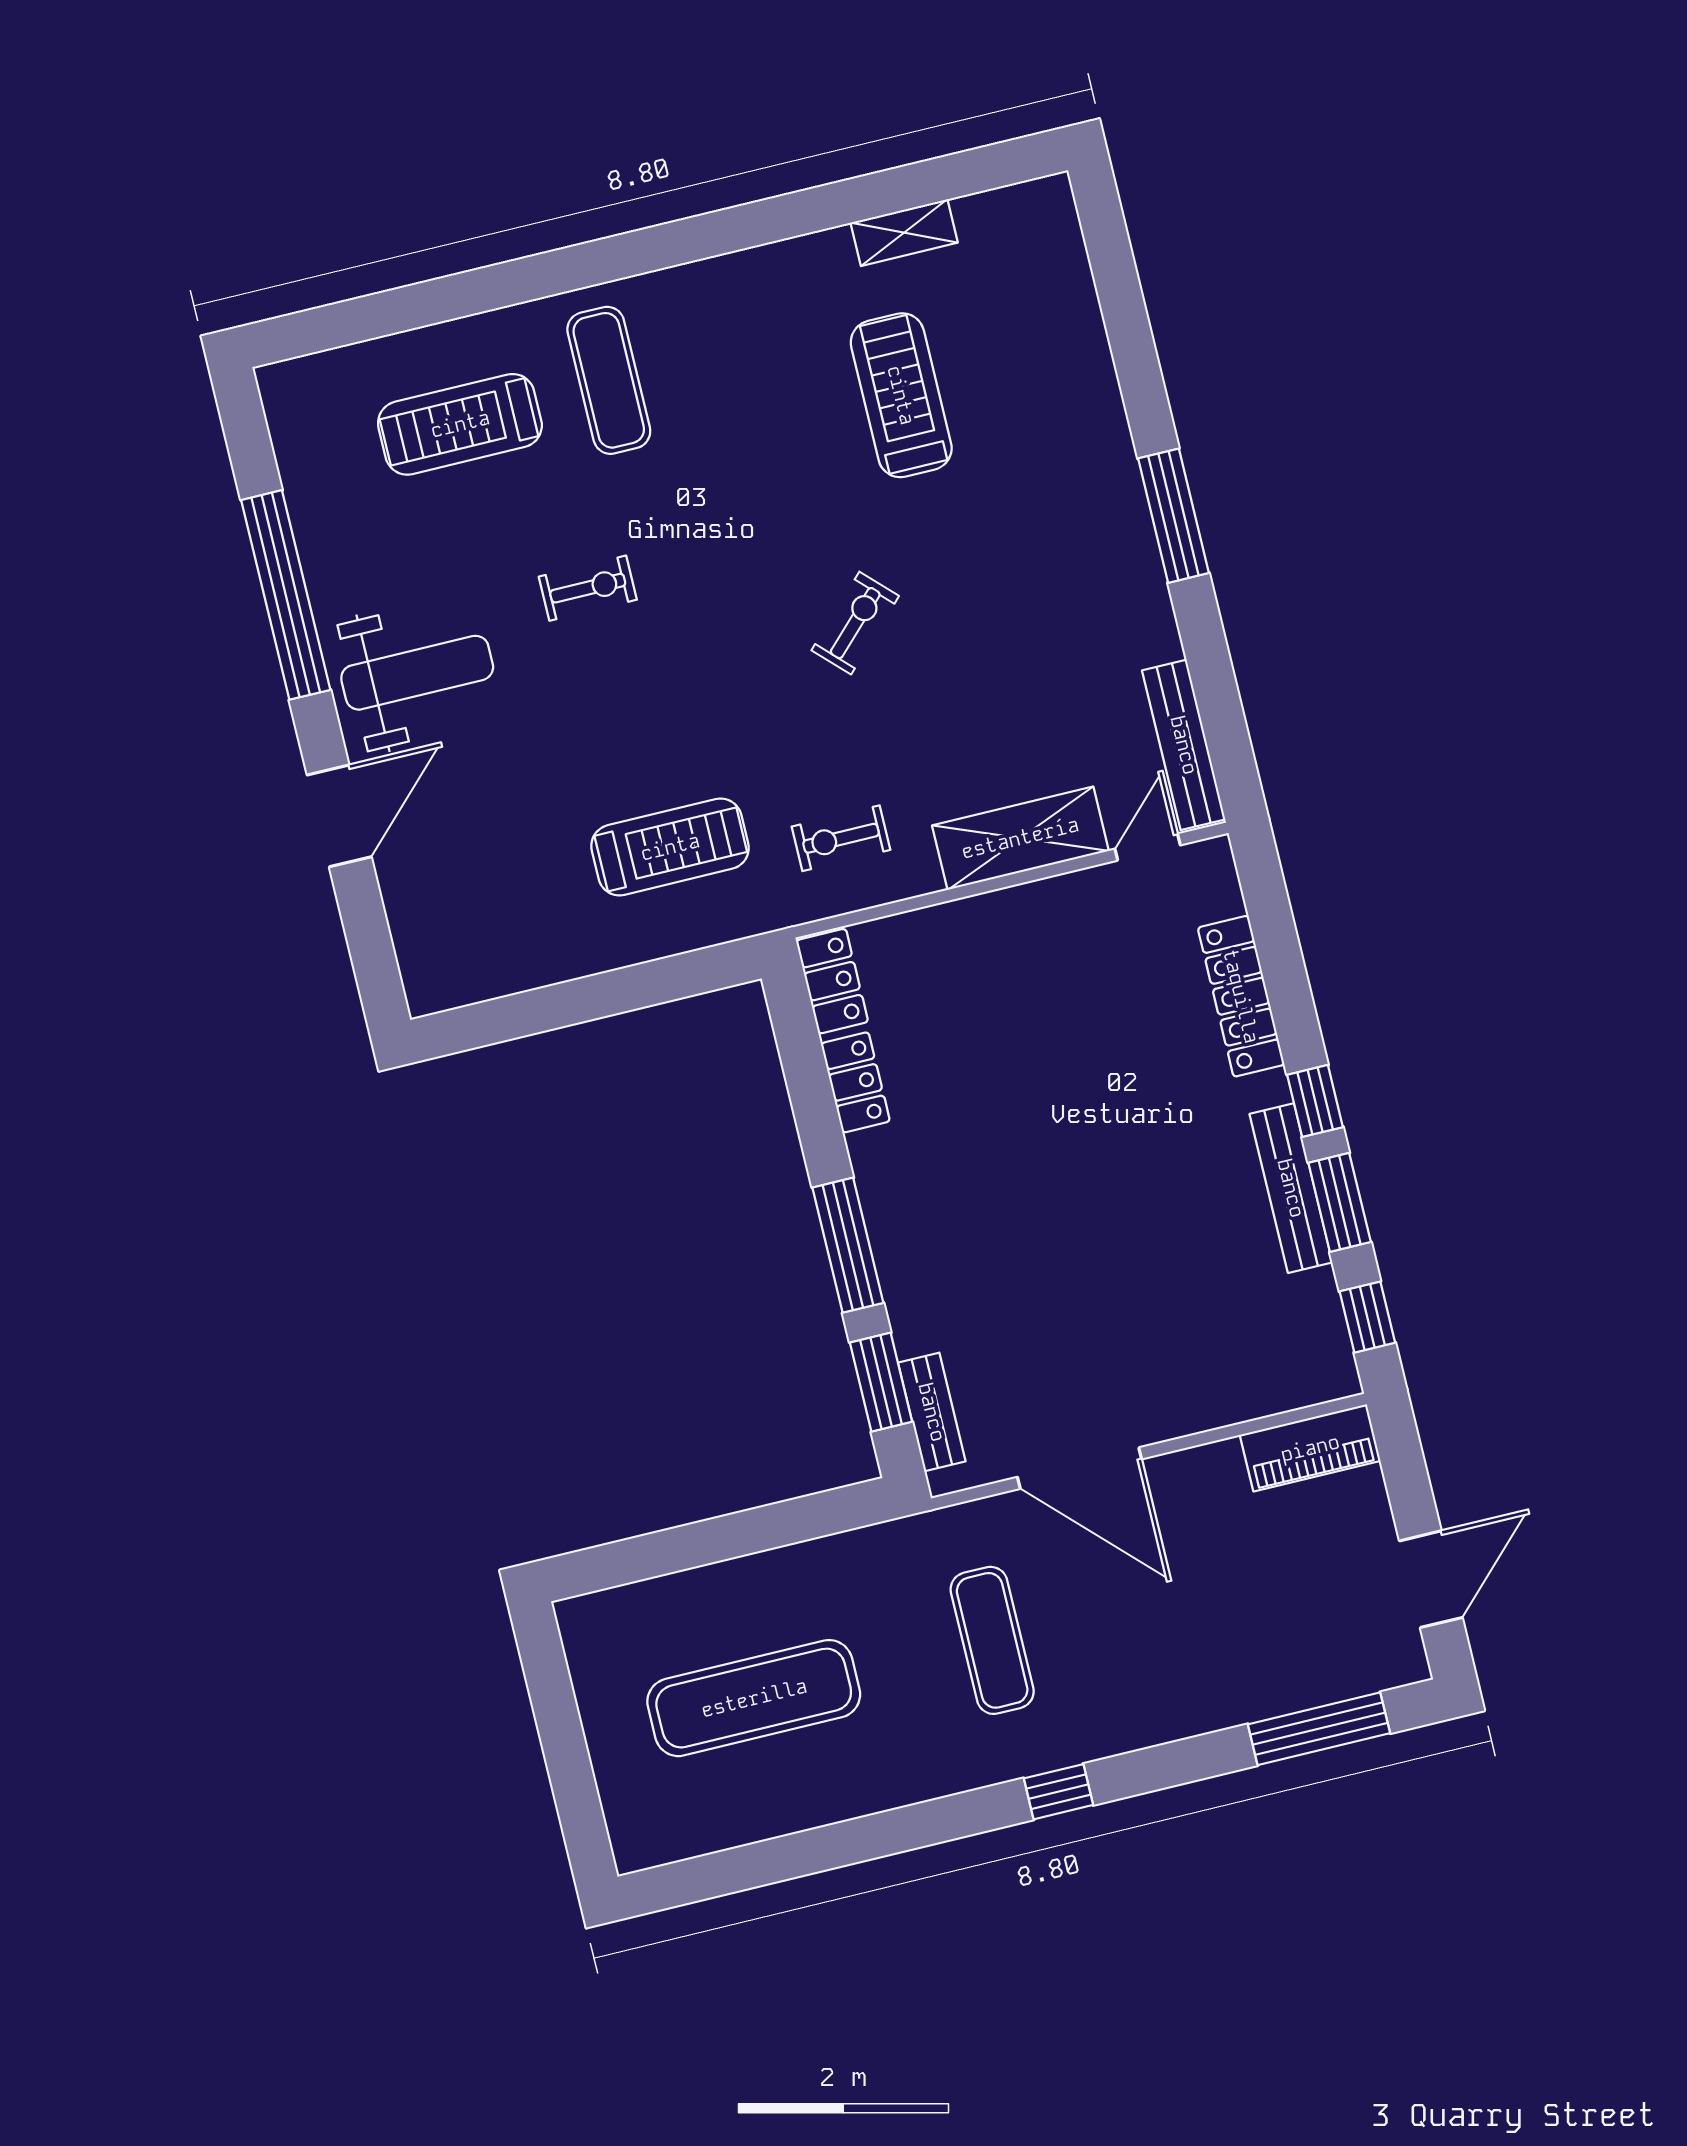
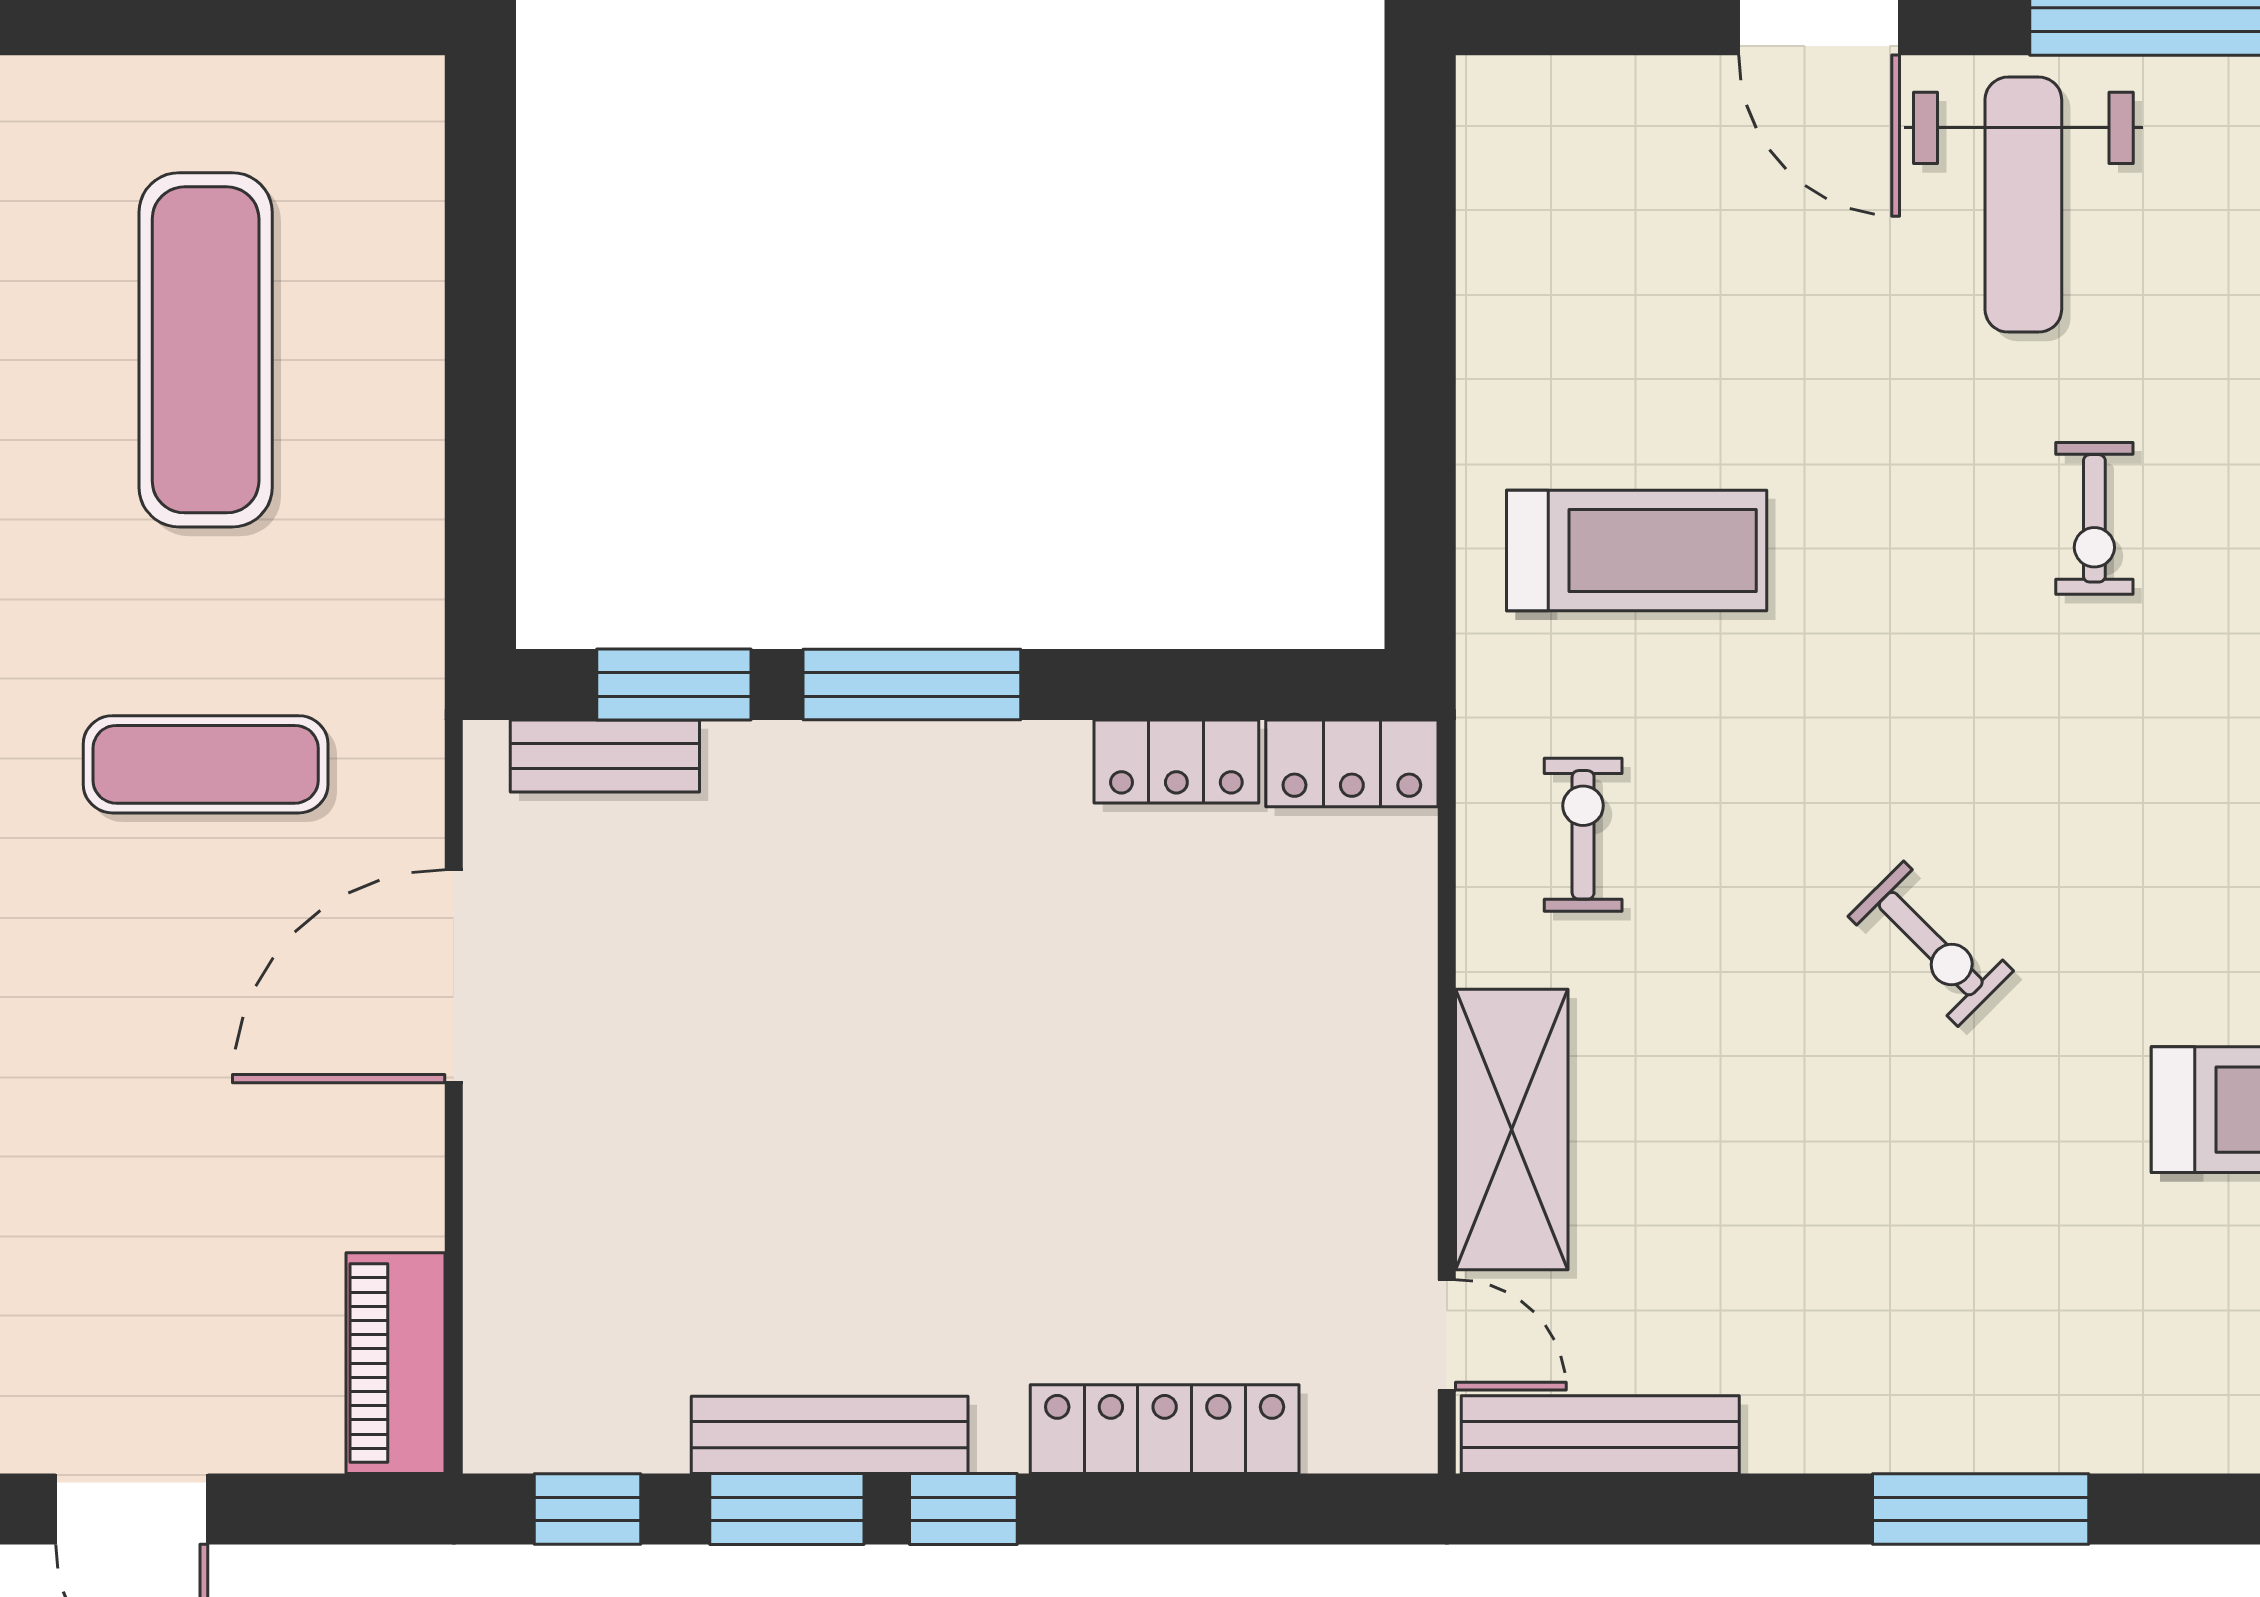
treadmill: (670, 847) -> (1637, 551), turned -90

